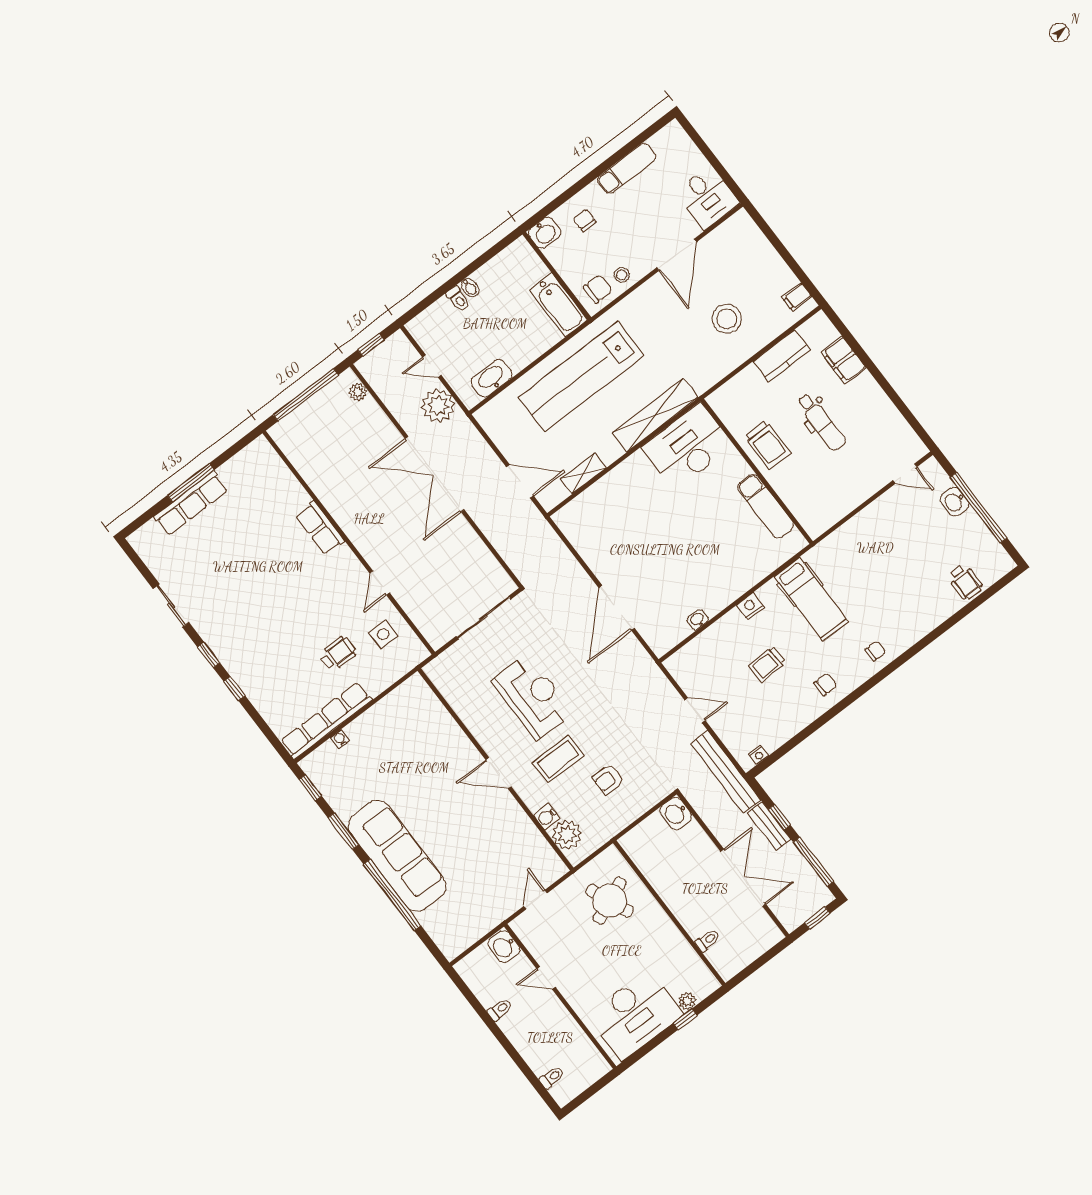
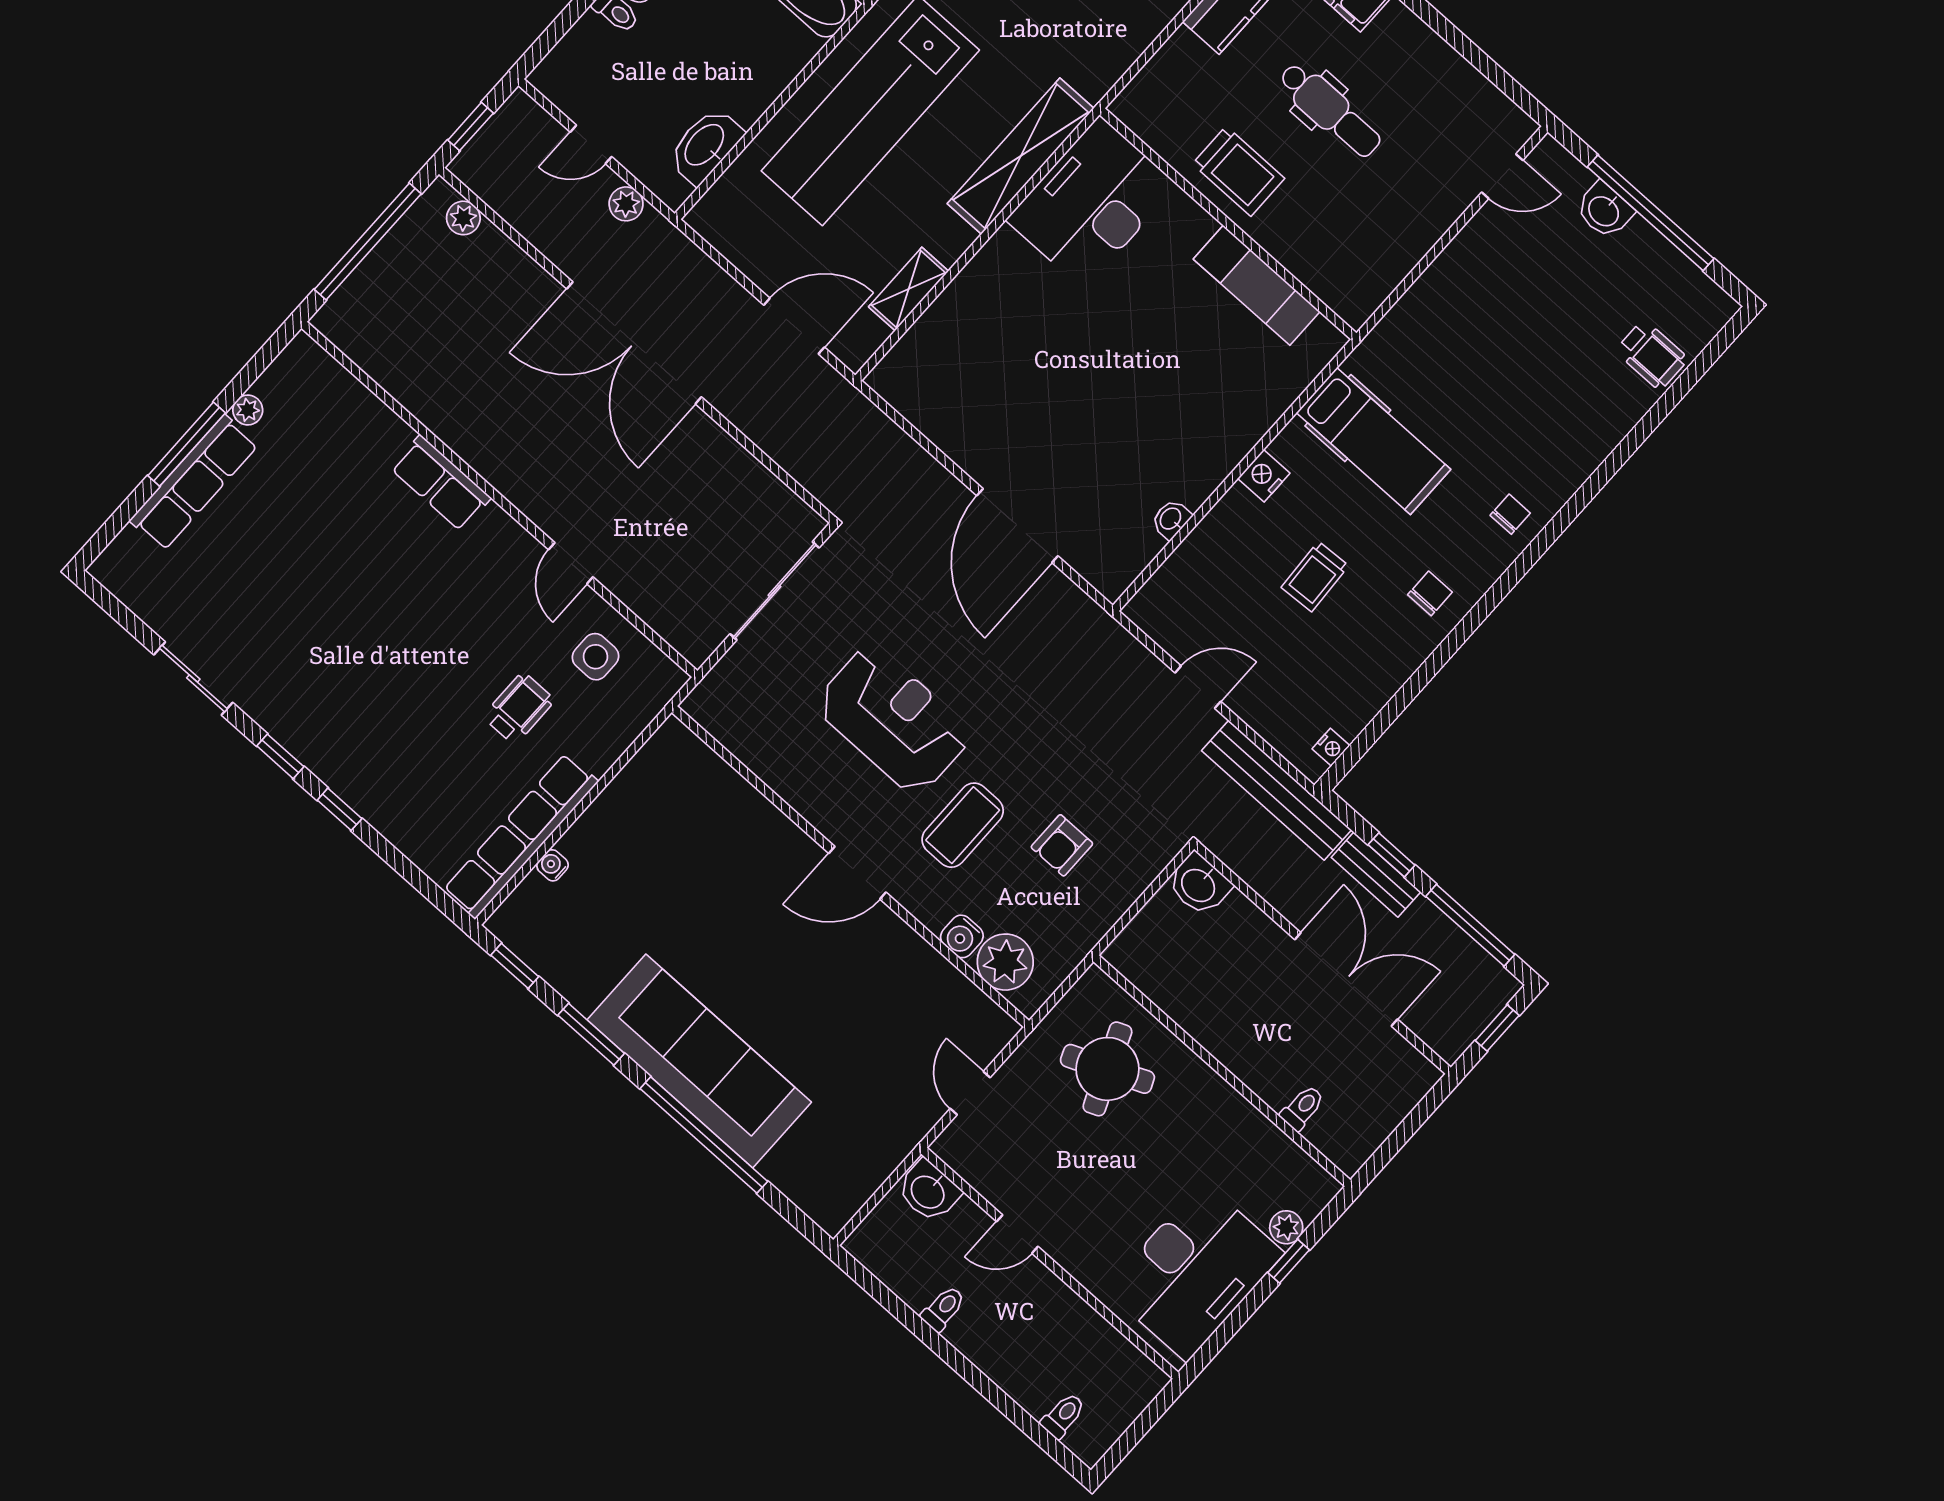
plant: (438, 406) -> (626, 204), width x0.53, depth x0.53
plant: (226, 471) -> (248, 410), added

